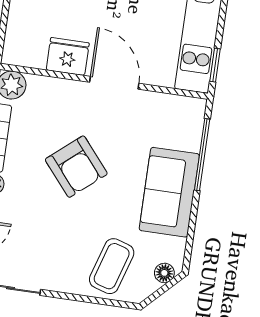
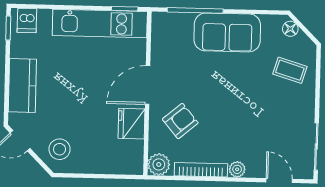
armchair: (76, 167) -> (180, 121), moved, width x0.72, depth x0.72
coffee table: (112, 266) -> (290, 70), width x0.73, depth x0.77

